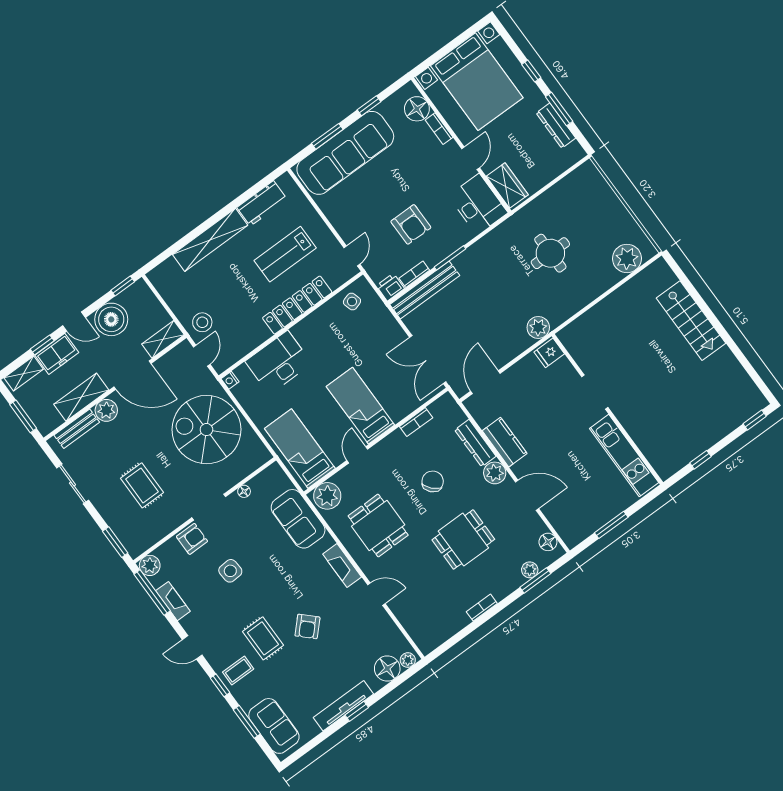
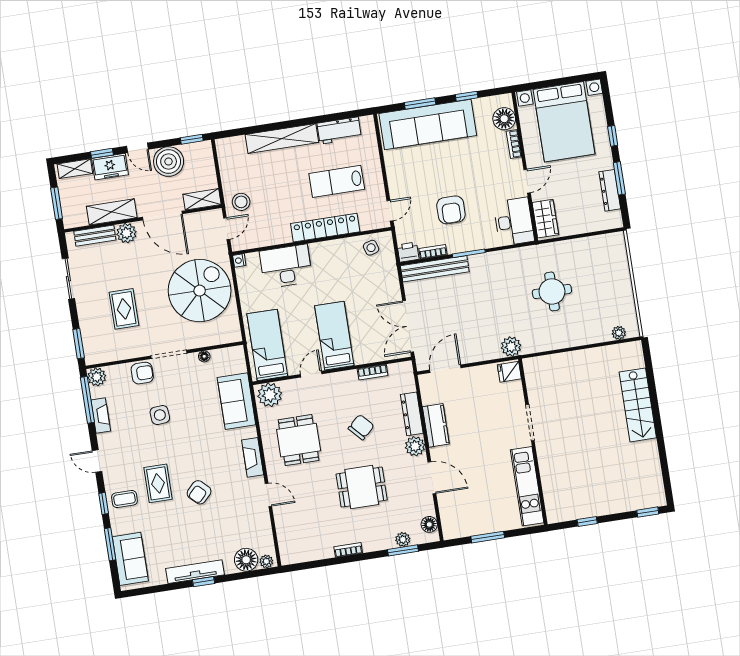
plant: (627, 258) -> (619, 333), width x0.53, depth x0.53
spiral stairs: (206, 430) -> (200, 291), turned 90

